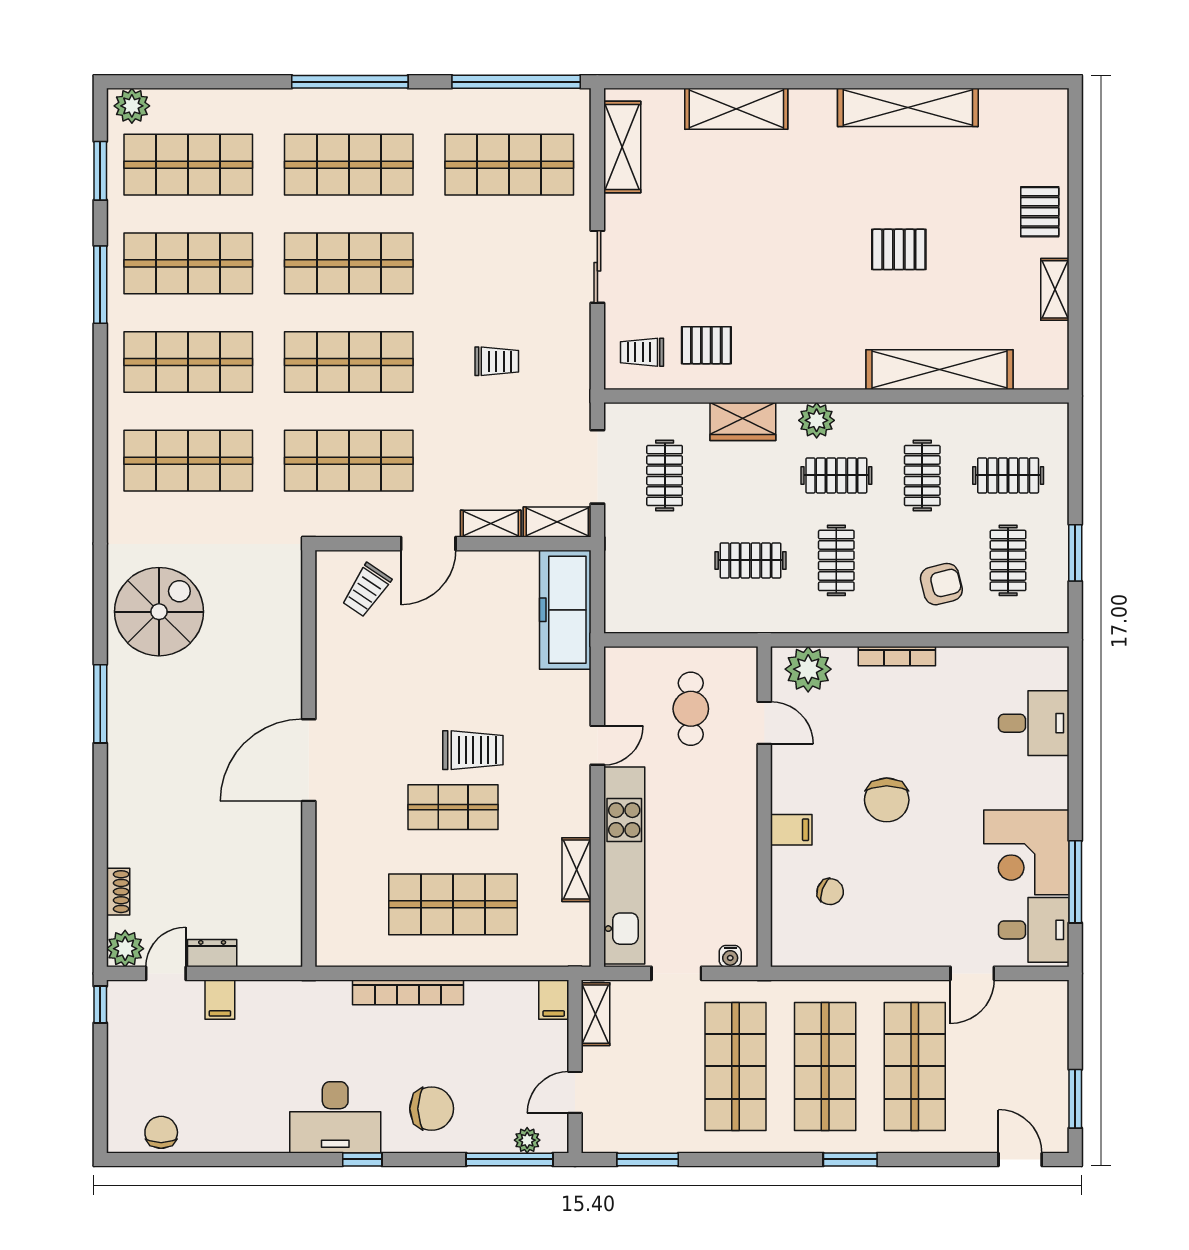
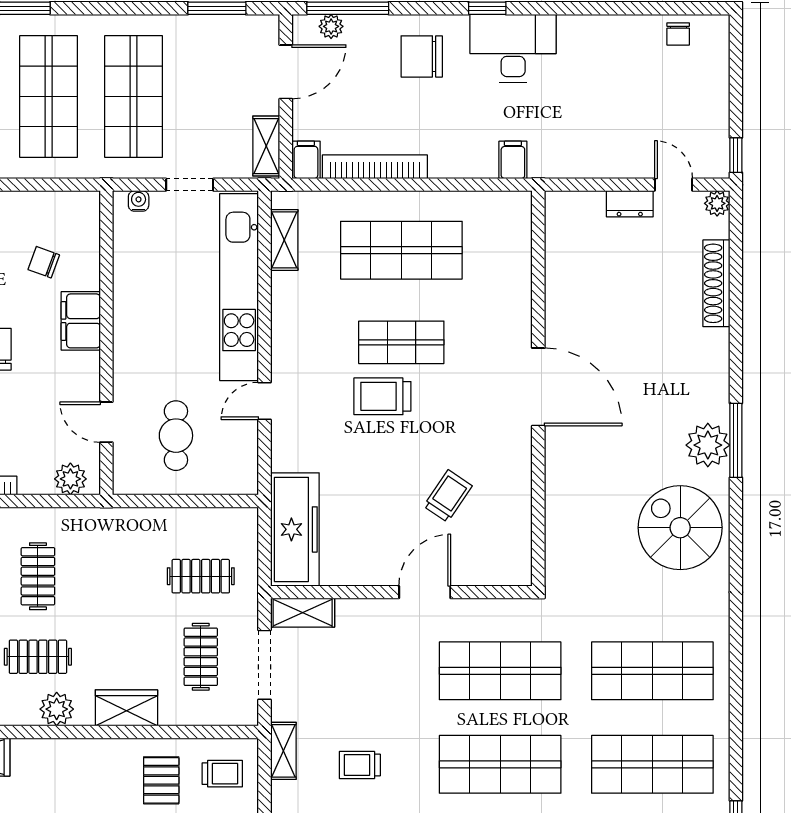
pallet: (706, 345) -> (161, 780), turned 90
shelving: (491, 524) -> (283, 751), moved, turned 90
clothes rail: (750, 560) -> (201, 576), moved
trolley: (366, 590) -> (448, 496), moved
spiral stairs: (159, 612) -> (680, 528), turned 90
plant: (808, 669) -> (70, 479), width x0.73, depth x0.73
plant: (130, 699) -> (708, 445), added
door: (309, 760) -> (538, 387), hinge flipped
filing cabinet: (791, 830) -> (81, 321), width x2.00
shelving: (577, 870) -> (284, 240), moved
shoe rack: (118, 892) -> (716, 283), width x1.94, depth x1.24
plant: (125, 949) -> (717, 203), width x0.73, depth x0.73
door: (166, 973) -> (674, 185), swing flipped
bookcase: (408, 992) -> (375, 167), moved
filing cabinet: (220, 1000) -> (513, 160), moved
door: (575, 1092) -> (286, 72), width x1.38
chair: (161, 1132) -> (678, 34), width x0.73, depth x0.73

